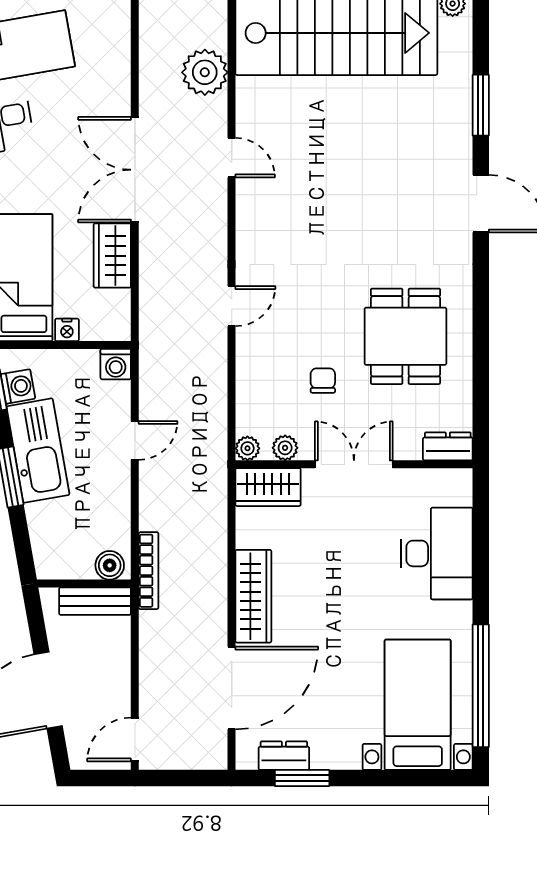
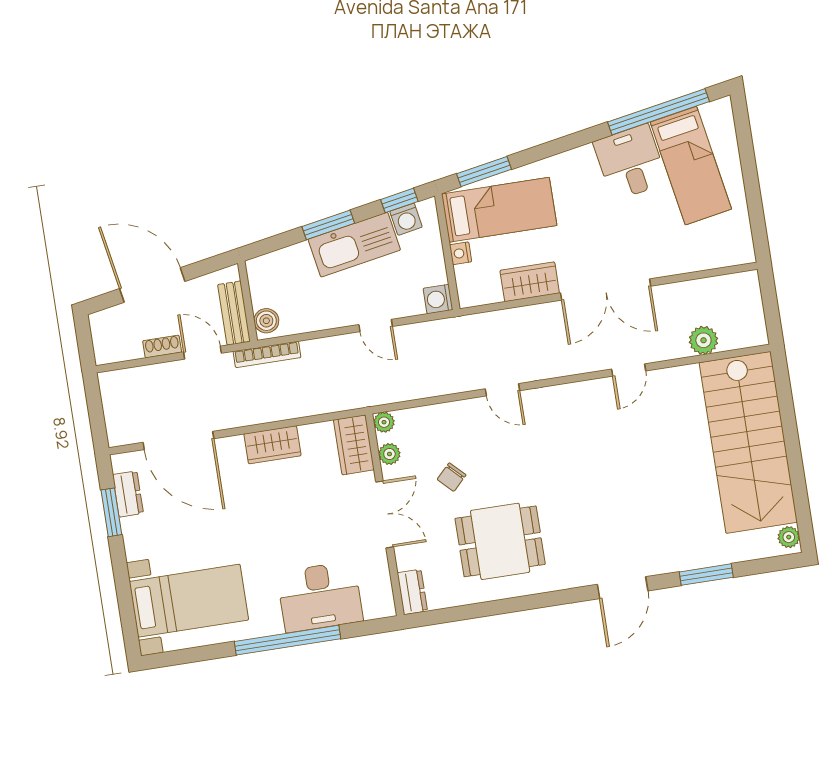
plant: (205, 72) -> (703, 340), width x0.73, depth x0.73
double door: (135, 170) -> (606, 289), swing flipped
chair: (323, 381) -> (452, 477), turned 135
wardrobe: (253, 596) -> (272, 445), width x0.67
window: (481, 686) -> (287, 640), moved
shoe rack: (121, 690) -> (162, 347), added
door: (135, 739) -> (202, 353), moved

